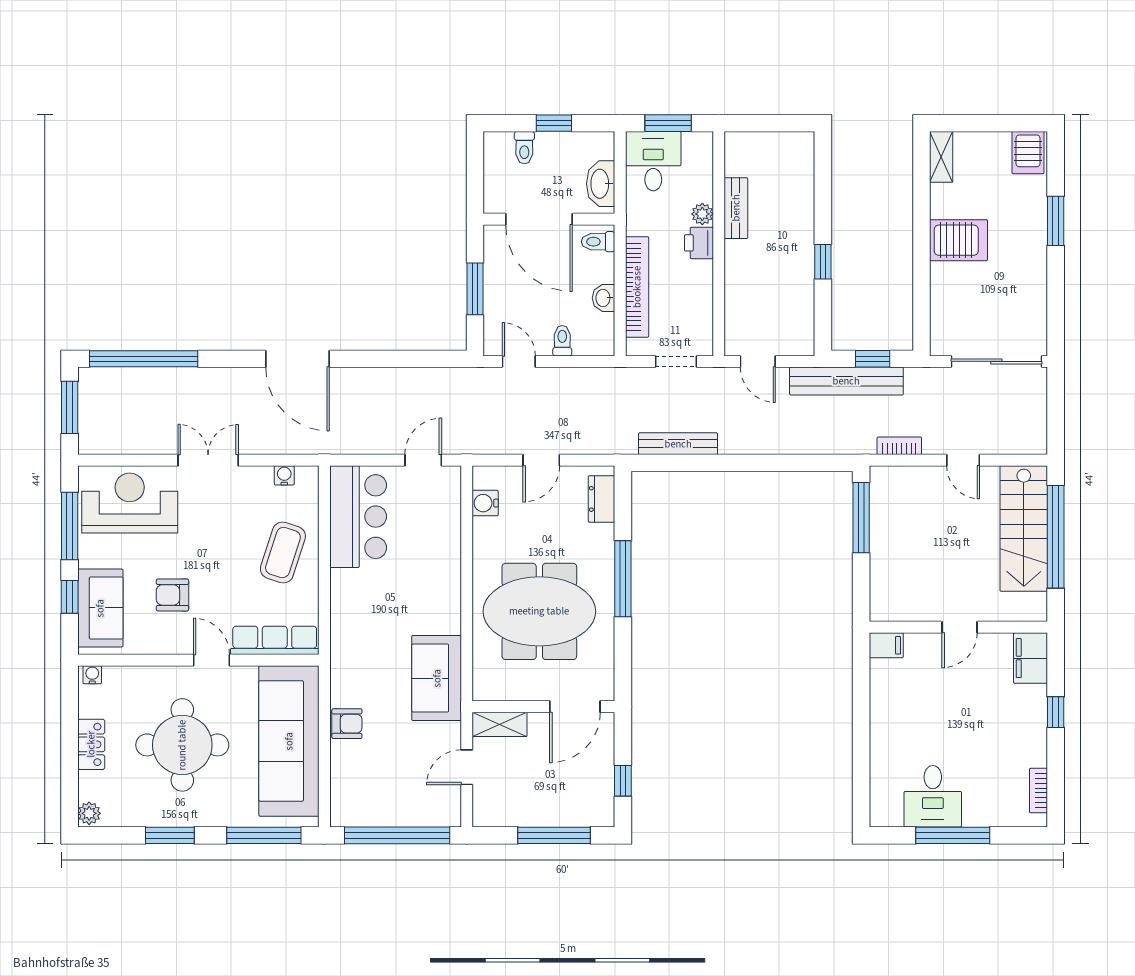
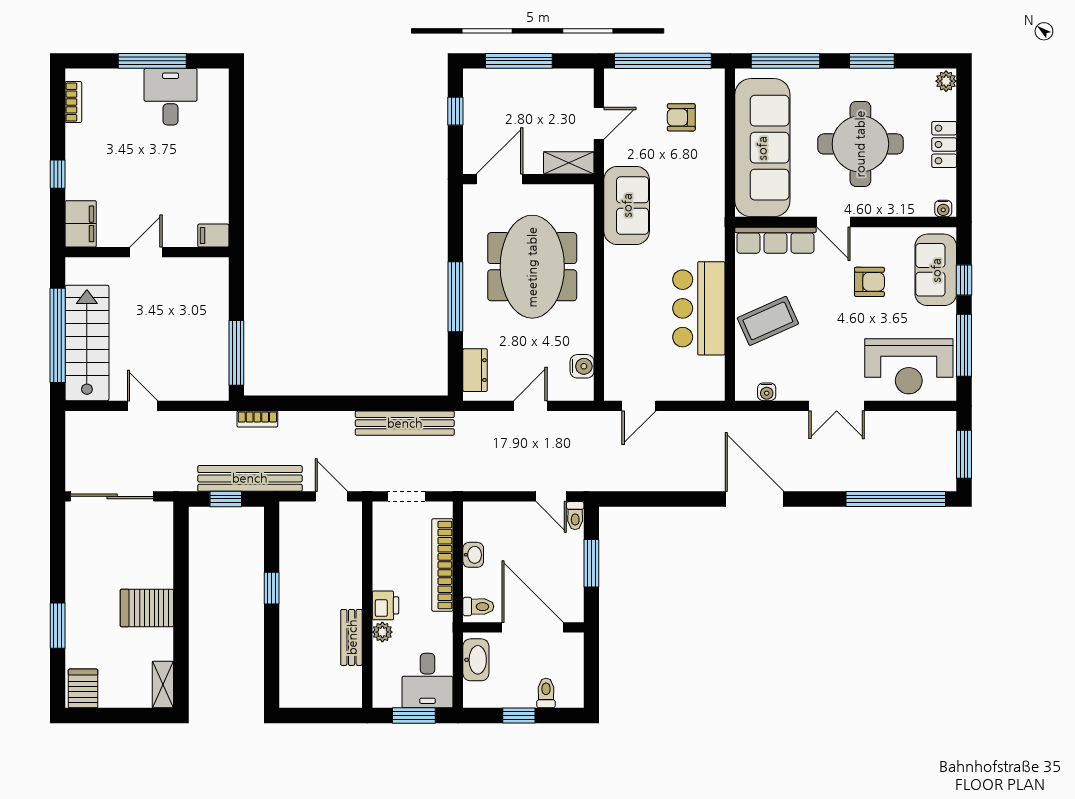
toilet: (562, 341) -> (575, 516), moved
bench: (678, 444) -> (405, 423), width x1.37, depth x1.21
bookcase: (899, 446) -> (257, 419), moved
bar counter: (358, 517) -> (699, 308), moved
coffee table: (283, 553) -> (768, 321), turned 48
meeting table: (539, 611) -> (532, 267), turned 90
armchair: (347, 724) -> (681, 117), moved

